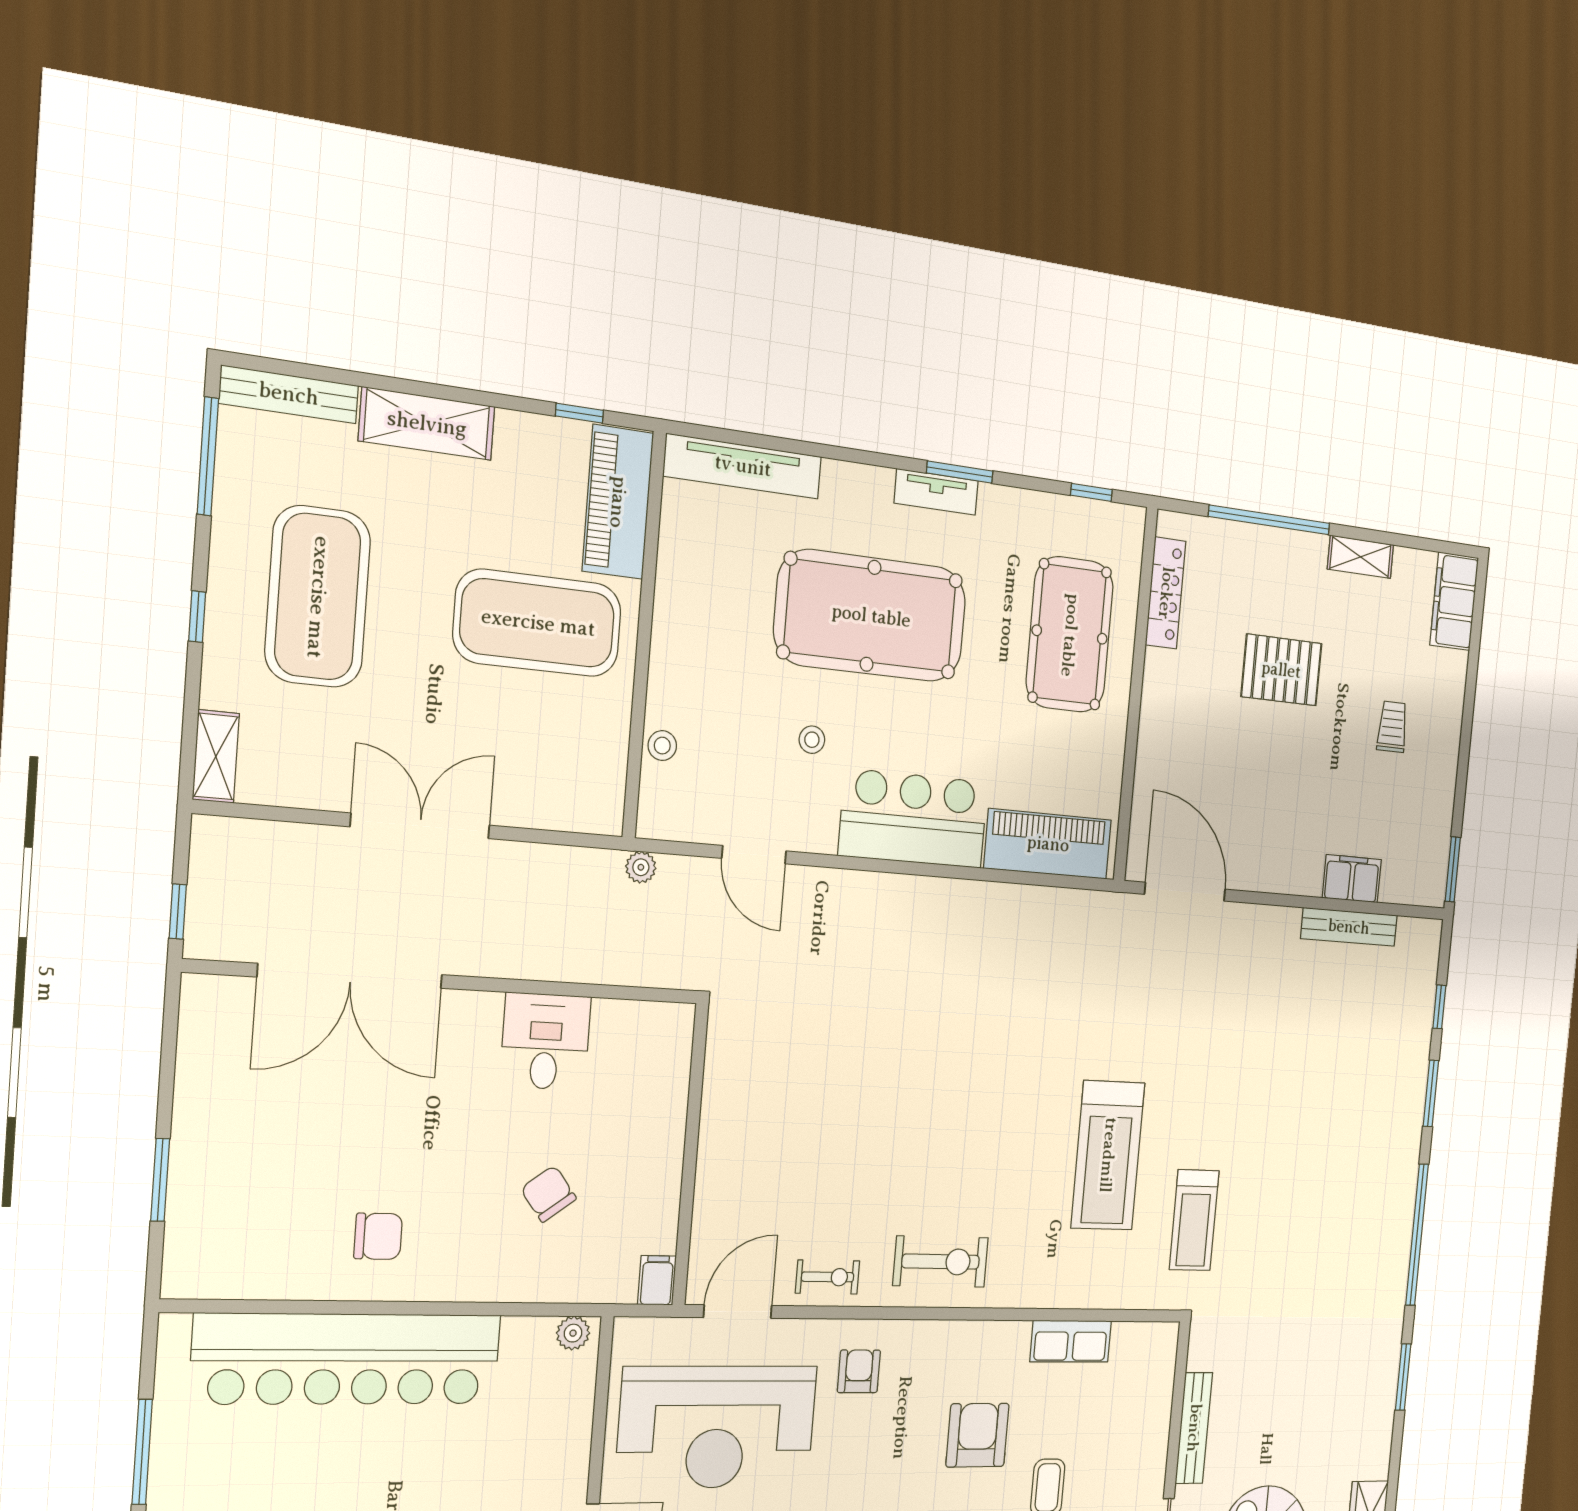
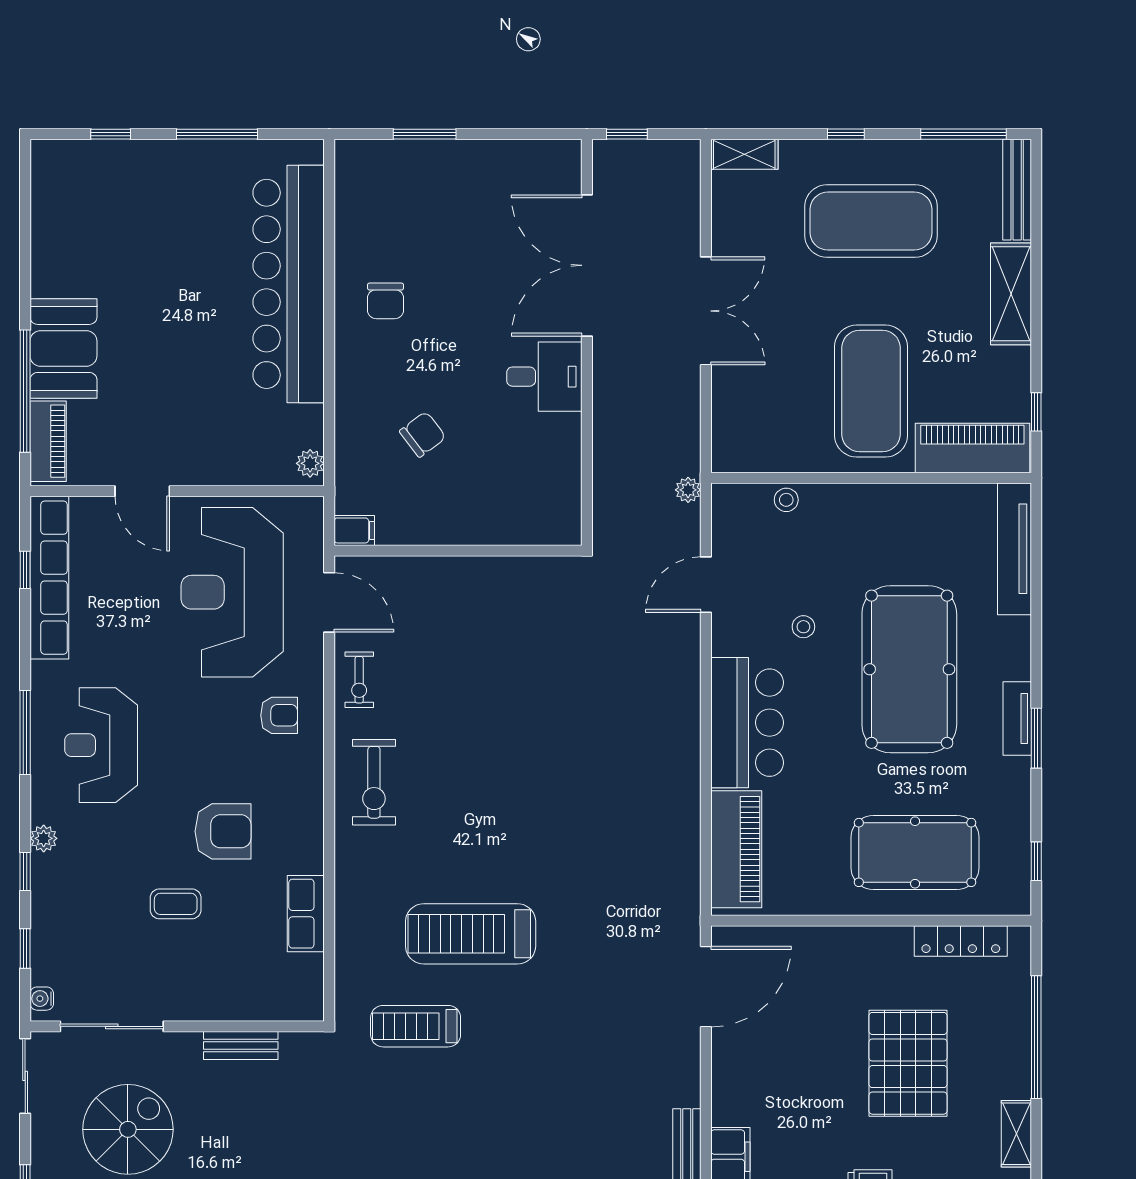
pallet: (1281, 670) -> (908, 1063), width x1.37, depth x1.41
desk: (545, 1041) -> (544, 377), moved
bench: (1194, 1428) -> (241, 1046), width x0.73

